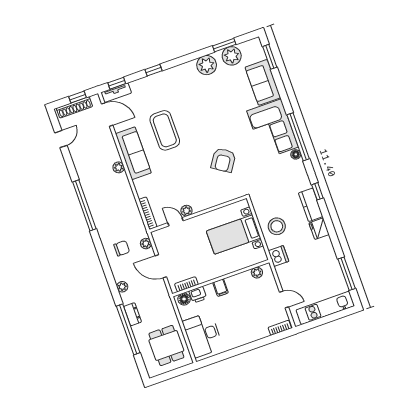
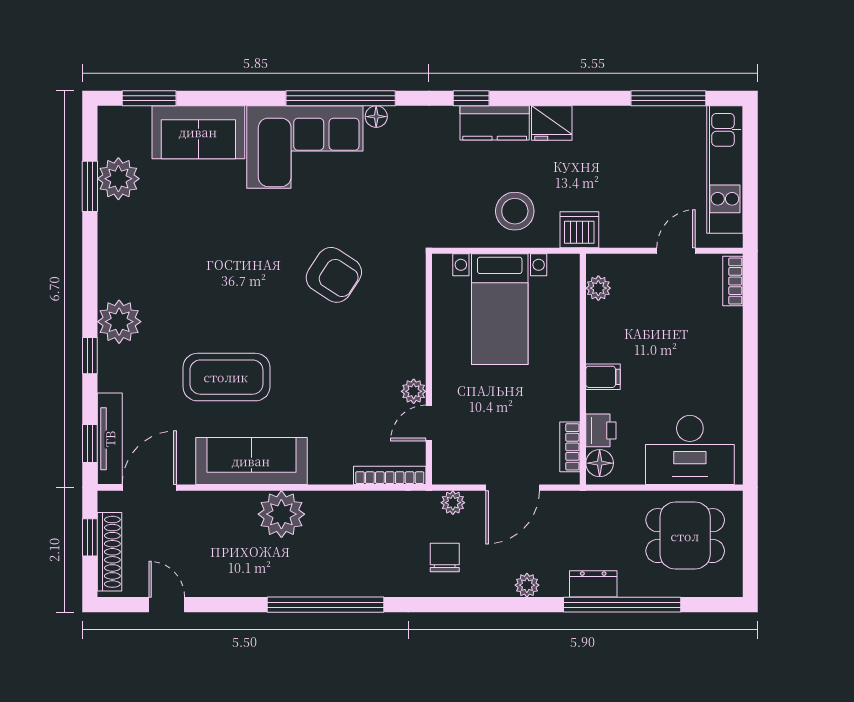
plant: (207, 65) -> (119, 322), moved
tv unit: (116, 93) -> (110, 439), width x1.41
plant: (119, 167) -> (281, 514), width x1.87, depth x1.87

